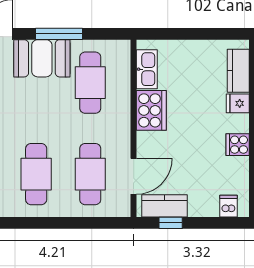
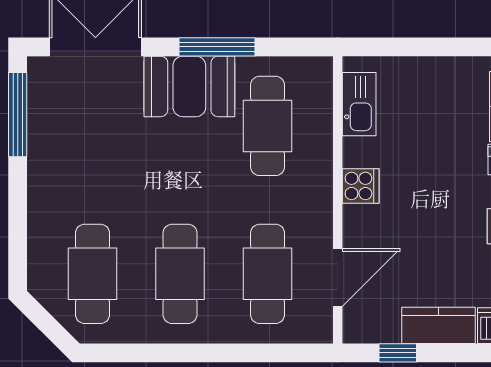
cooker: (151, 110) -> (361, 186), width x0.53, depth x0.76
kitchen counter: (164, 206) -> (439, 325), moved

